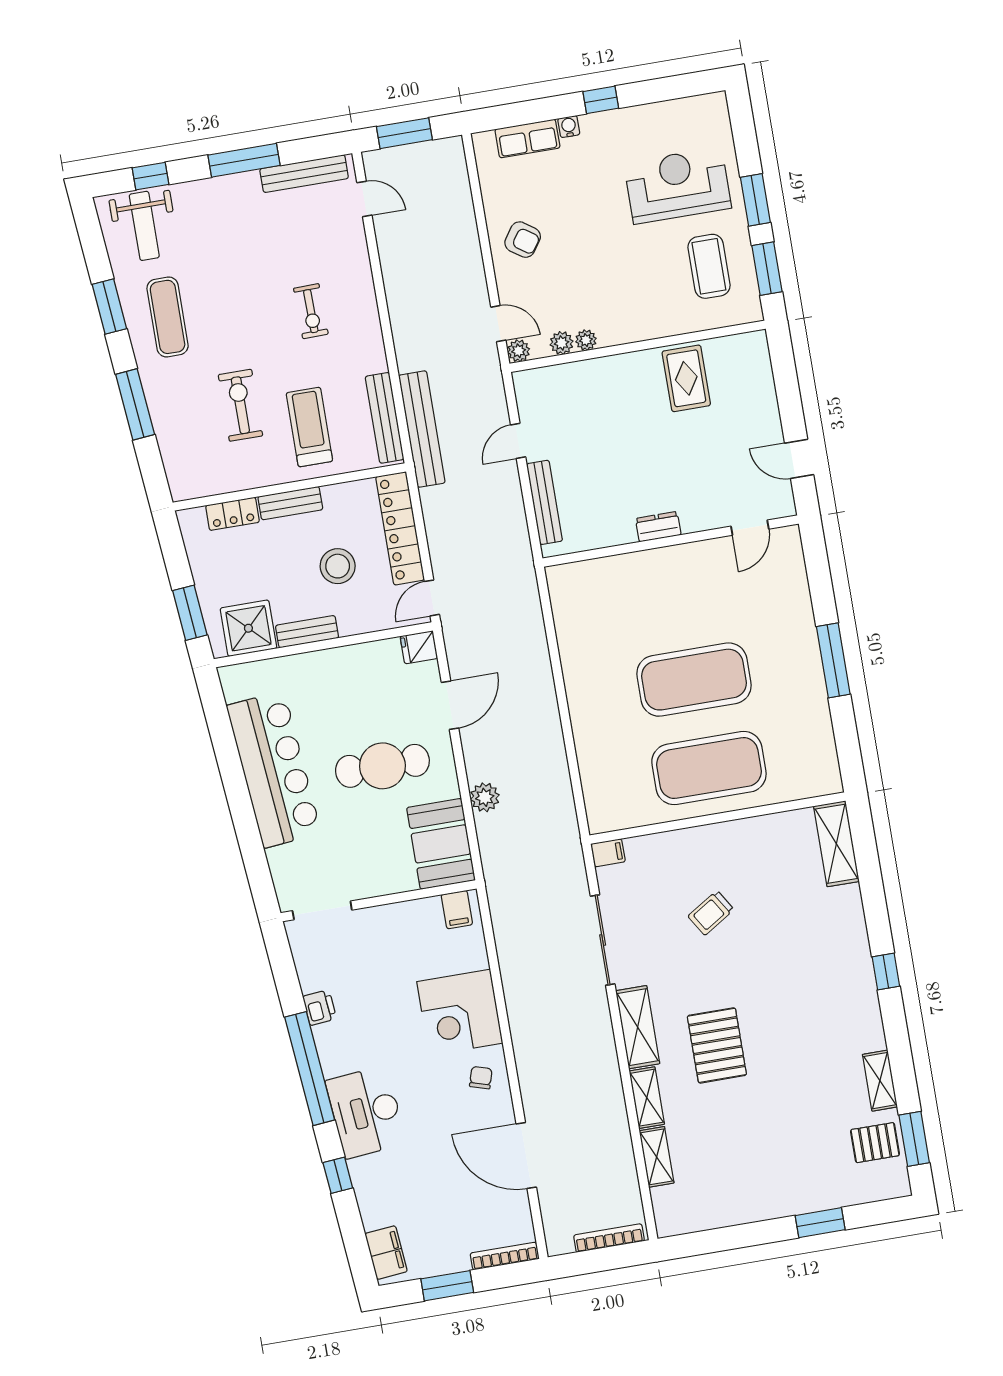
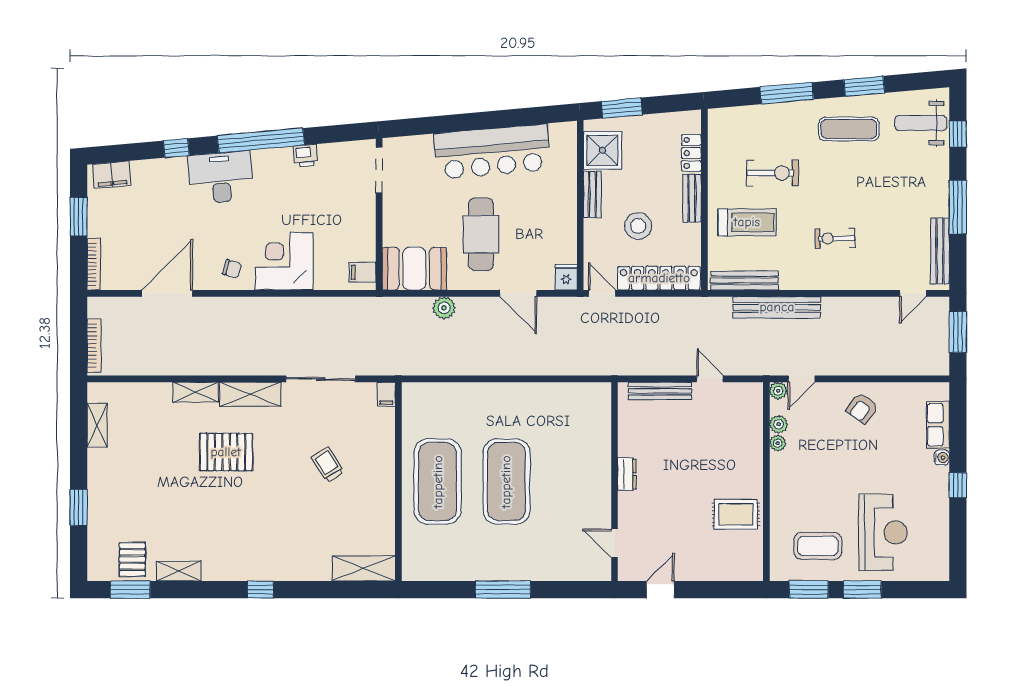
bench: (422, 429) -> (777, 307), moved
shelving: (657, 1157) -> (97, 425), moved, turned 90

